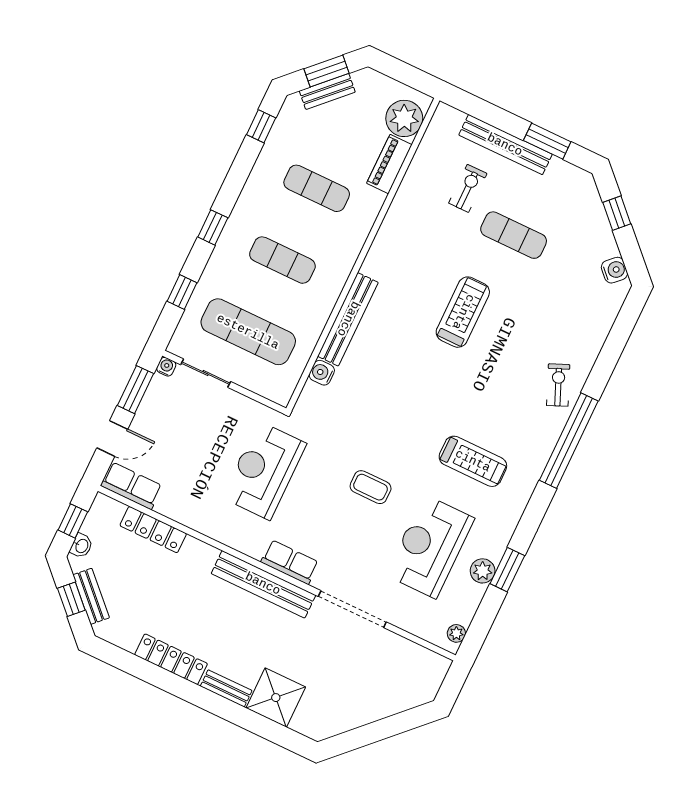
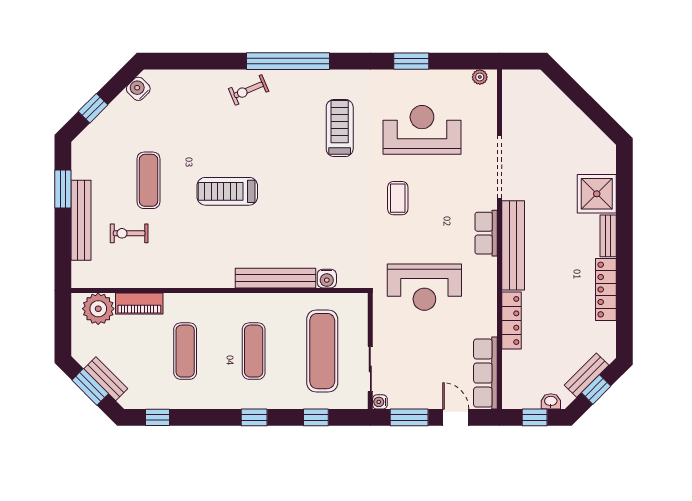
row of seats: (132, 486) -> (485, 373), width x1.48
locker: (153, 530) -> (512, 321), moved
reception desk: (430, 547) -> (422, 130), turned 180
plant: (483, 571) -> (421, 80), removed

